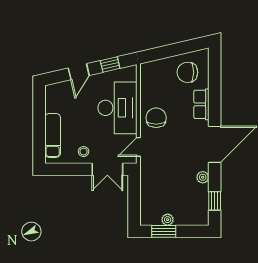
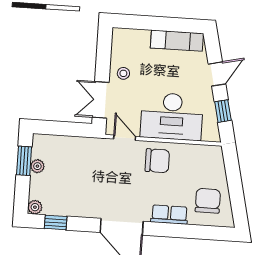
door: (79, 72) -> (217, 74), swing flipped
exam couch: (53, 135) -> (177, 41), moved
plant: (203, 177) -> (35, 207), moved

